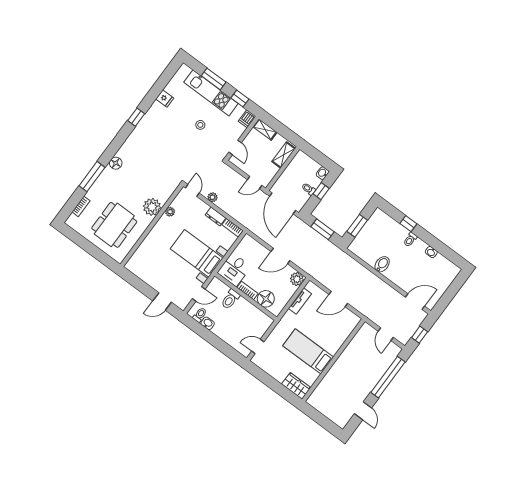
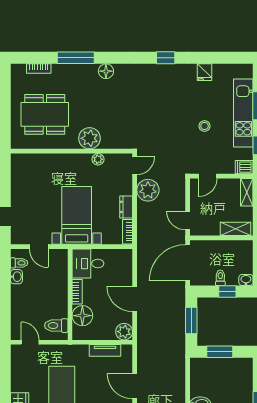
plant: (213, 197) -> (148, 190), width x1.87, depth x1.87
toilet: (230, 299) -> (56, 326), moved

